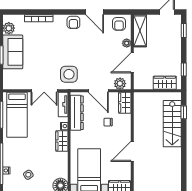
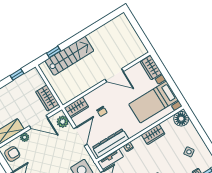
wardrobe: (165, 83) -> (47, 98), moved
wardrobe: (62, 141) -> (153, 134), moved

